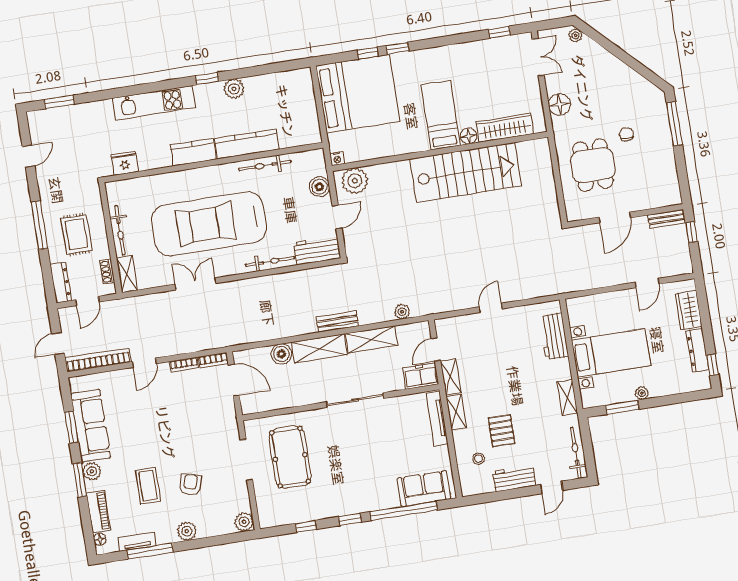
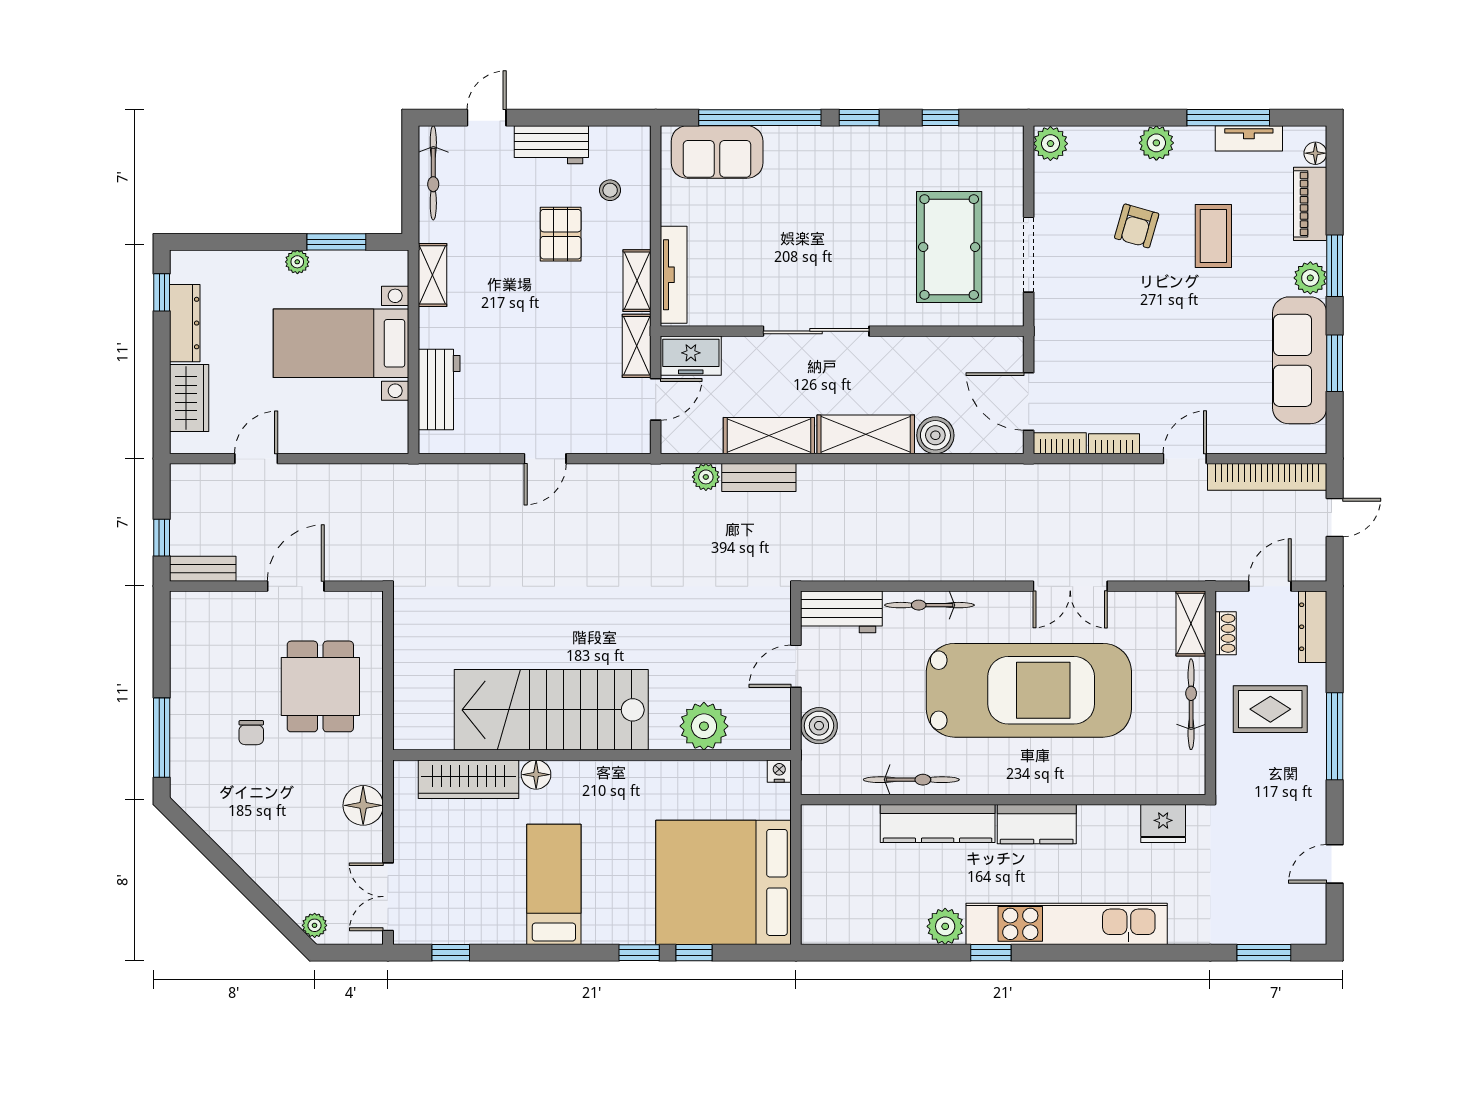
kitchen unit: (154, 103) -> (1067, 924), width x1.36
bed: (441, 115) -> (554, 884), moved, turned 180
plant: (355, 181) -> (704, 726), moved
rug: (77, 234) -> (1270, 709), turned 90
bench: (337, 322) -> (759, 477), moved

